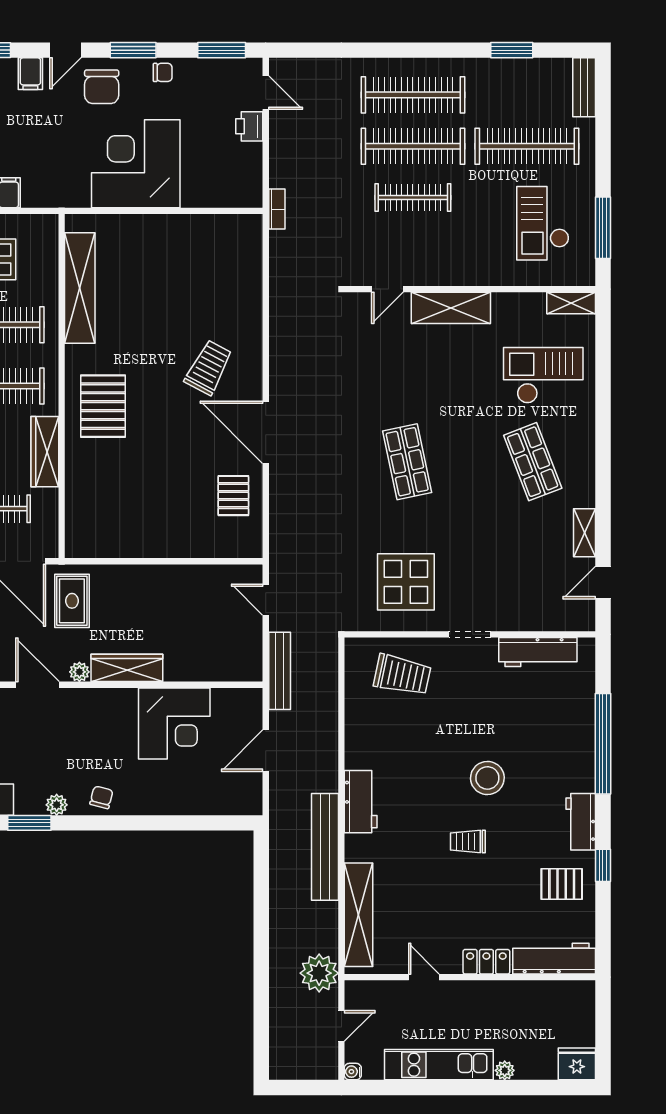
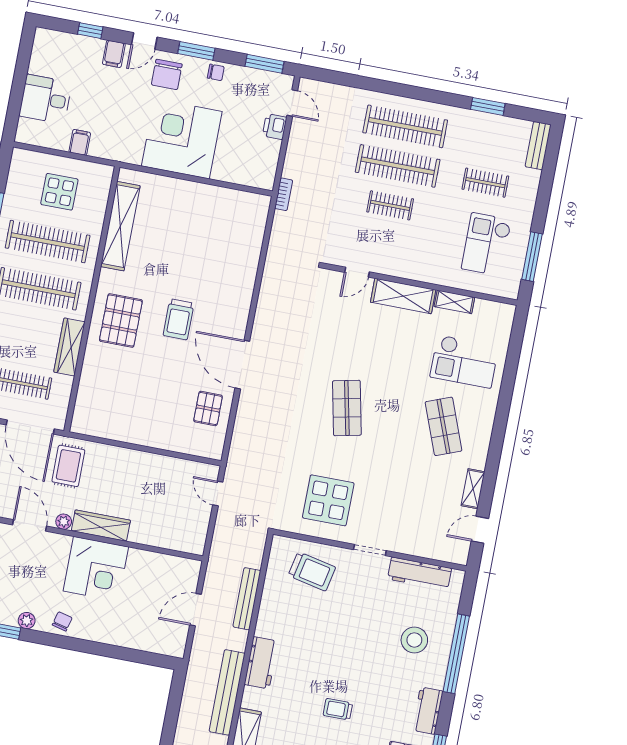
clothes rail: (527, 146) -> (485, 183), width x0.54, depth x0.76
clothes rail: (413, 197) -> (390, 205), width x0.73
shelving: (571, 303) -> (454, 302), moved
trolley: (208, 368) -> (179, 319), moved, turned 152
checkout: (543, 375) -> (464, 361), turned 180
bench: (280, 671) -> (247, 599), moved
corner desk: (174, 723) -> (96, 569), moved
stool: (487, 778) -> (414, 640), moved

